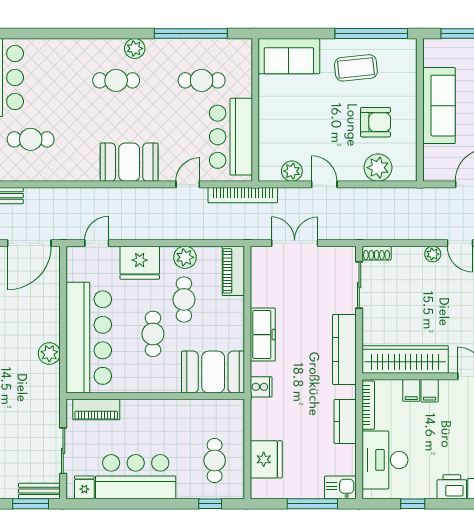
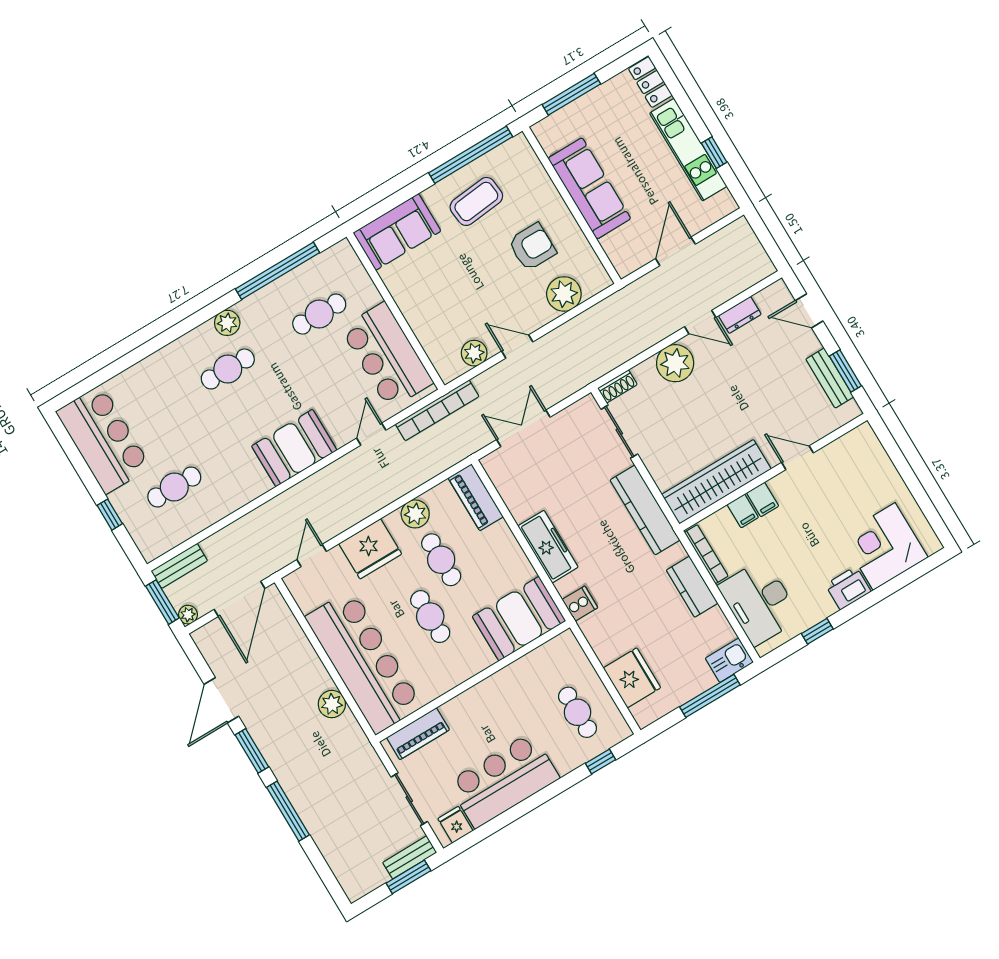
plant: (433, 254) -> (675, 363), width x1.87, depth x1.87

